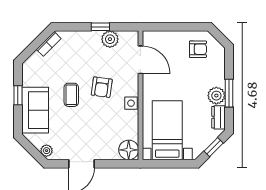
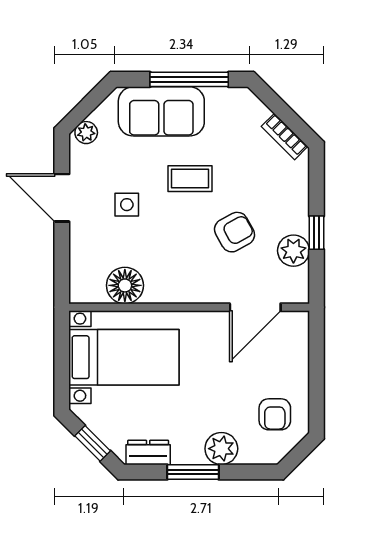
armchair: (102, 87) -> (235, 232), moved, turned 143
window: (18, 95) -> (189, 79), width x2.17
plant: (216, 96) -> (221, 449), moved
side table: (131, 103) -> (127, 205), moved
floor lamp: (129, 150) -> (125, 285), moved

